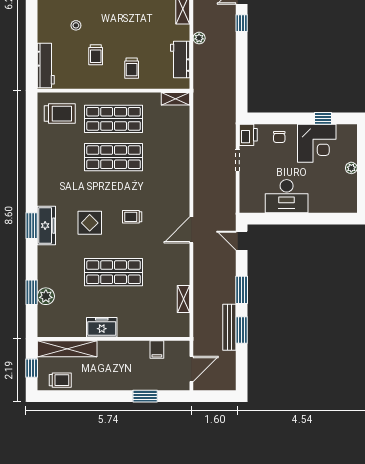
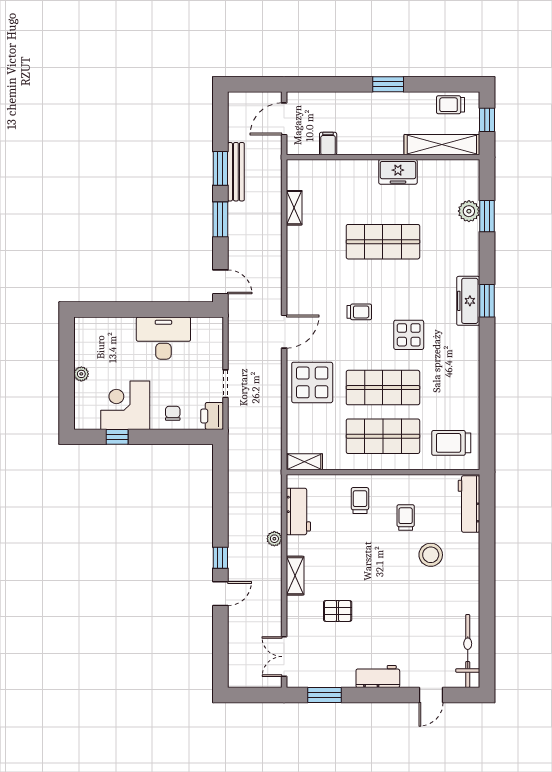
stool: (76, 25) -> (431, 555), width x1.89, depth x1.89
display table: (169, 161) -> (312, 382), added
display table: (90, 223) -> (409, 335), moved
door: (191, 230) -> (284, 332), moved
window: (145, 396) -> (388, 84), moved

